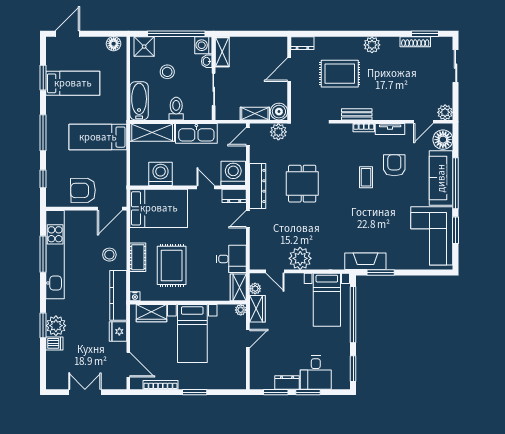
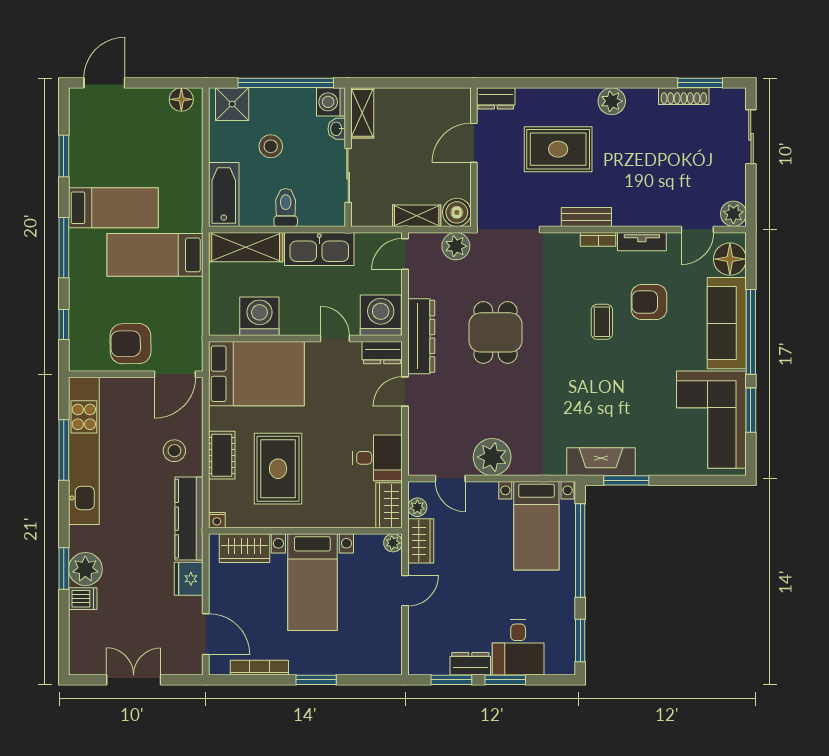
bed: (73, 83) -> (113, 208), moved
armchair: (394, 165) -> (649, 302), turned -90

